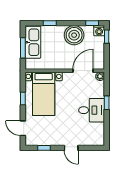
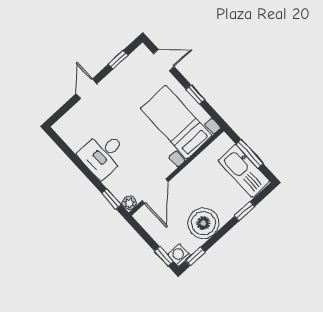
window: (107, 103) -> (111, 199), moved
door: (71, 148) -> (87, 89), hinge flipped

